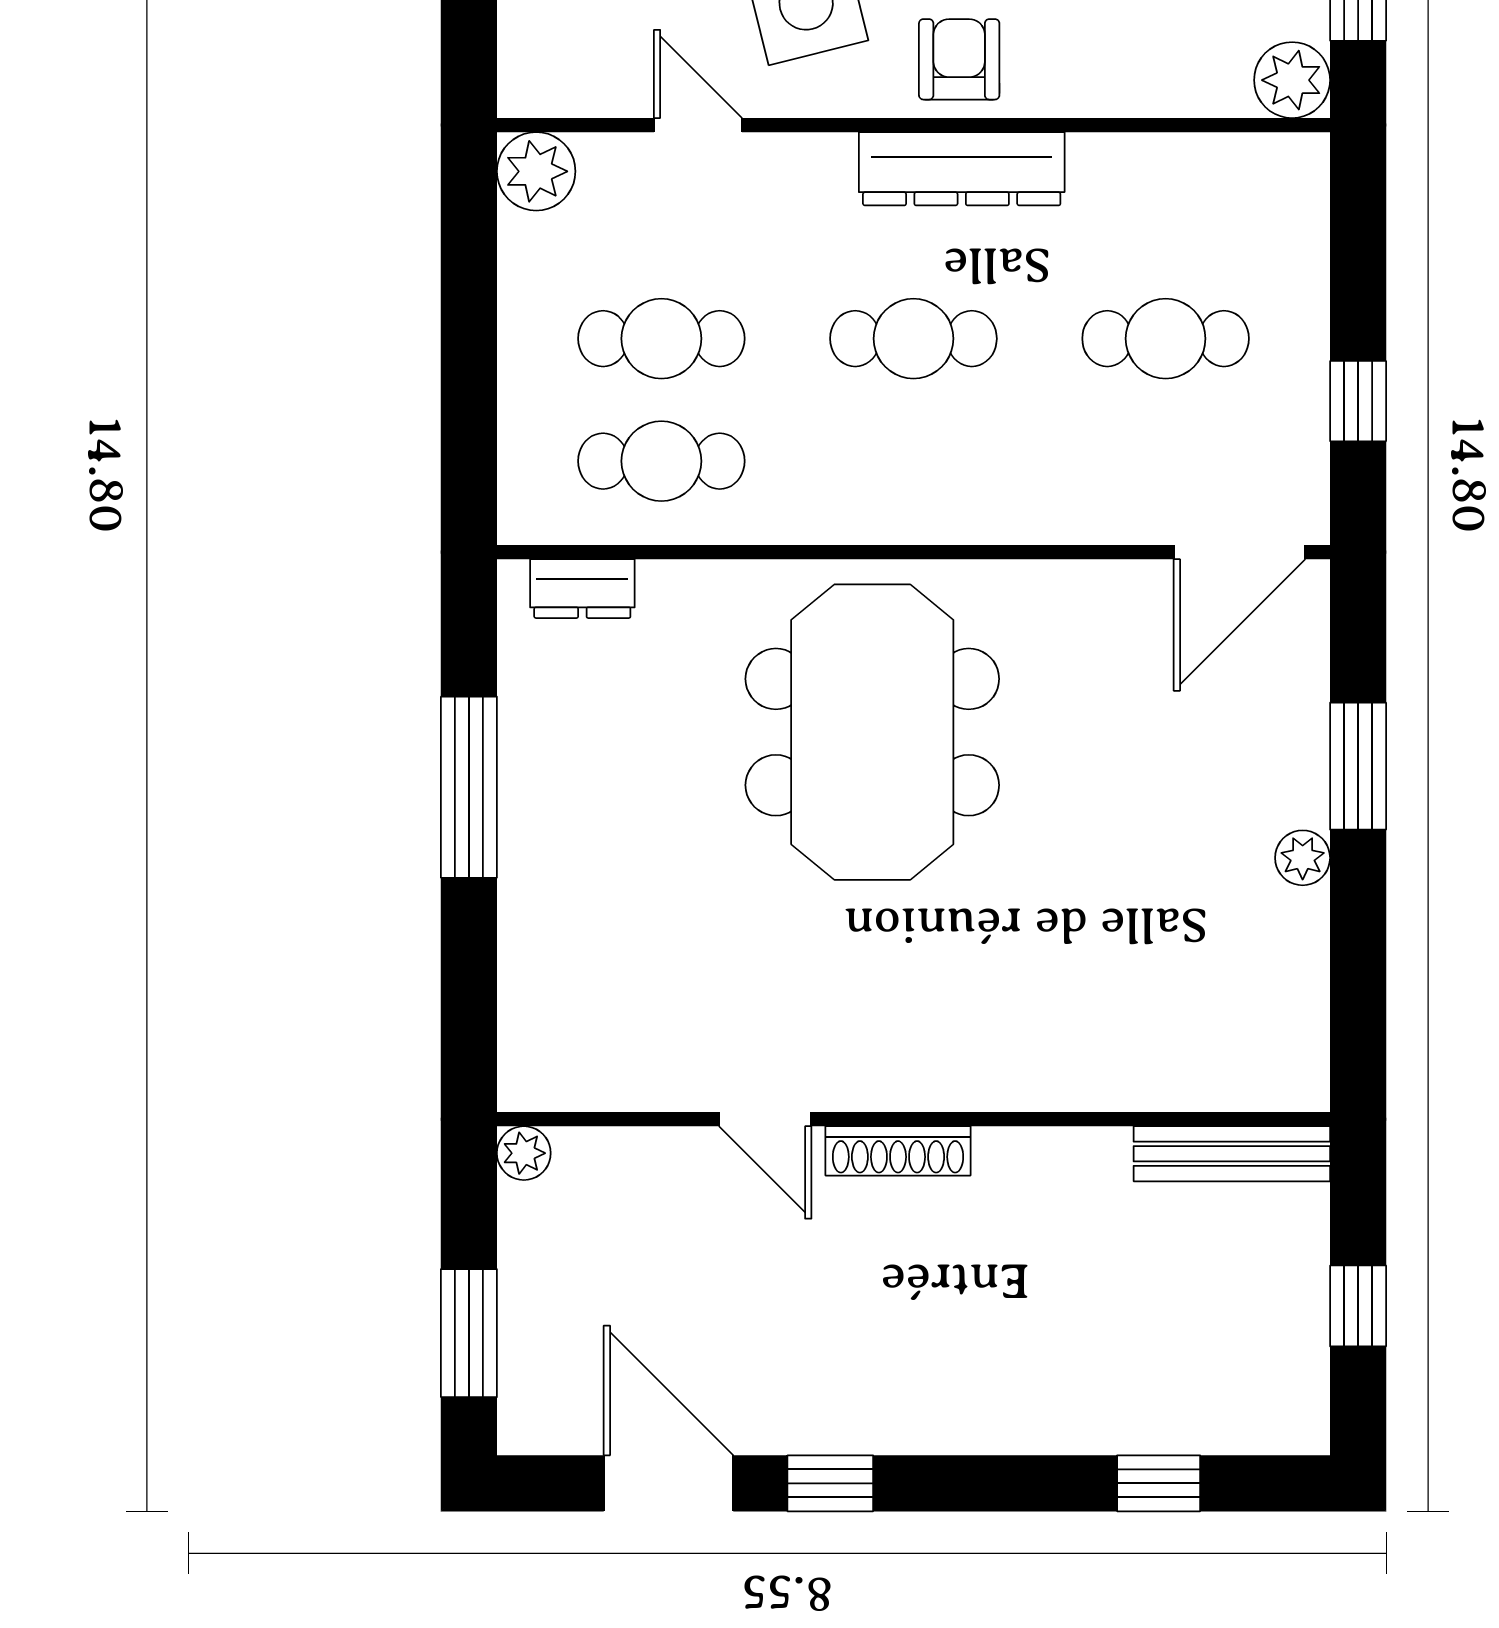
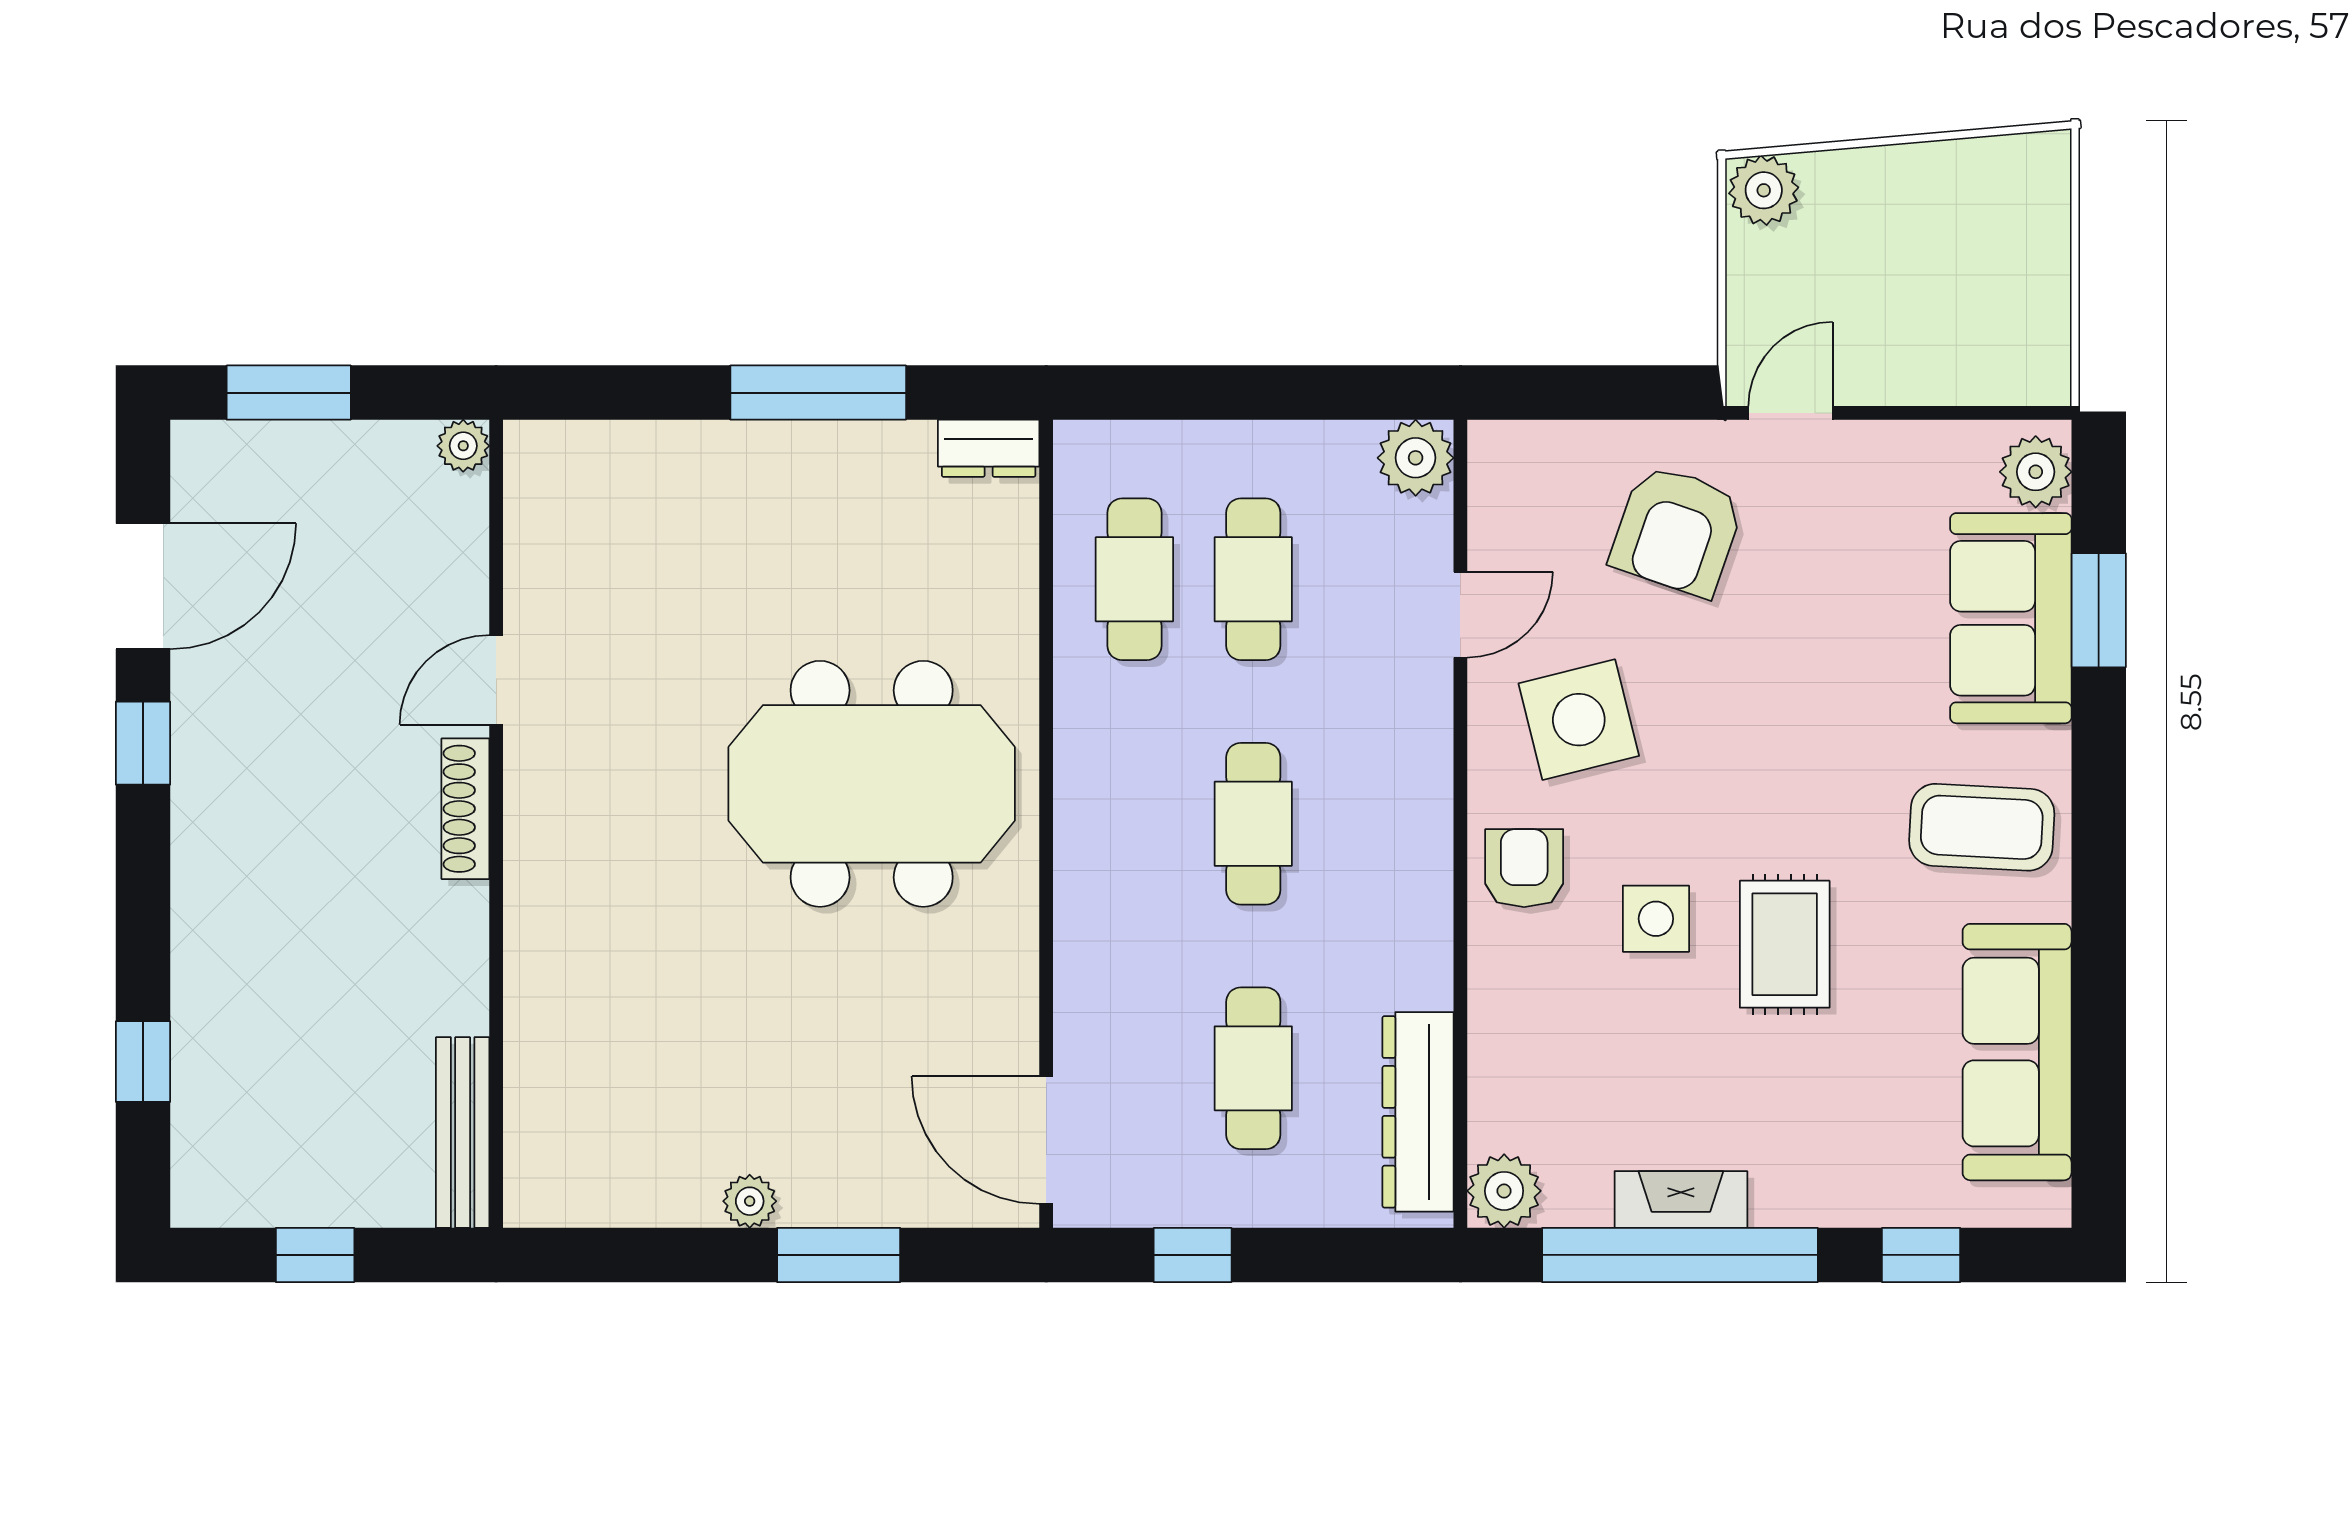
armchair: (959, 59) -> (1524, 868), turned -90
dresser: (962, 169) -> (1418, 1112), moved
dresser: (582, 589) -> (989, 448), moved, turned -90

